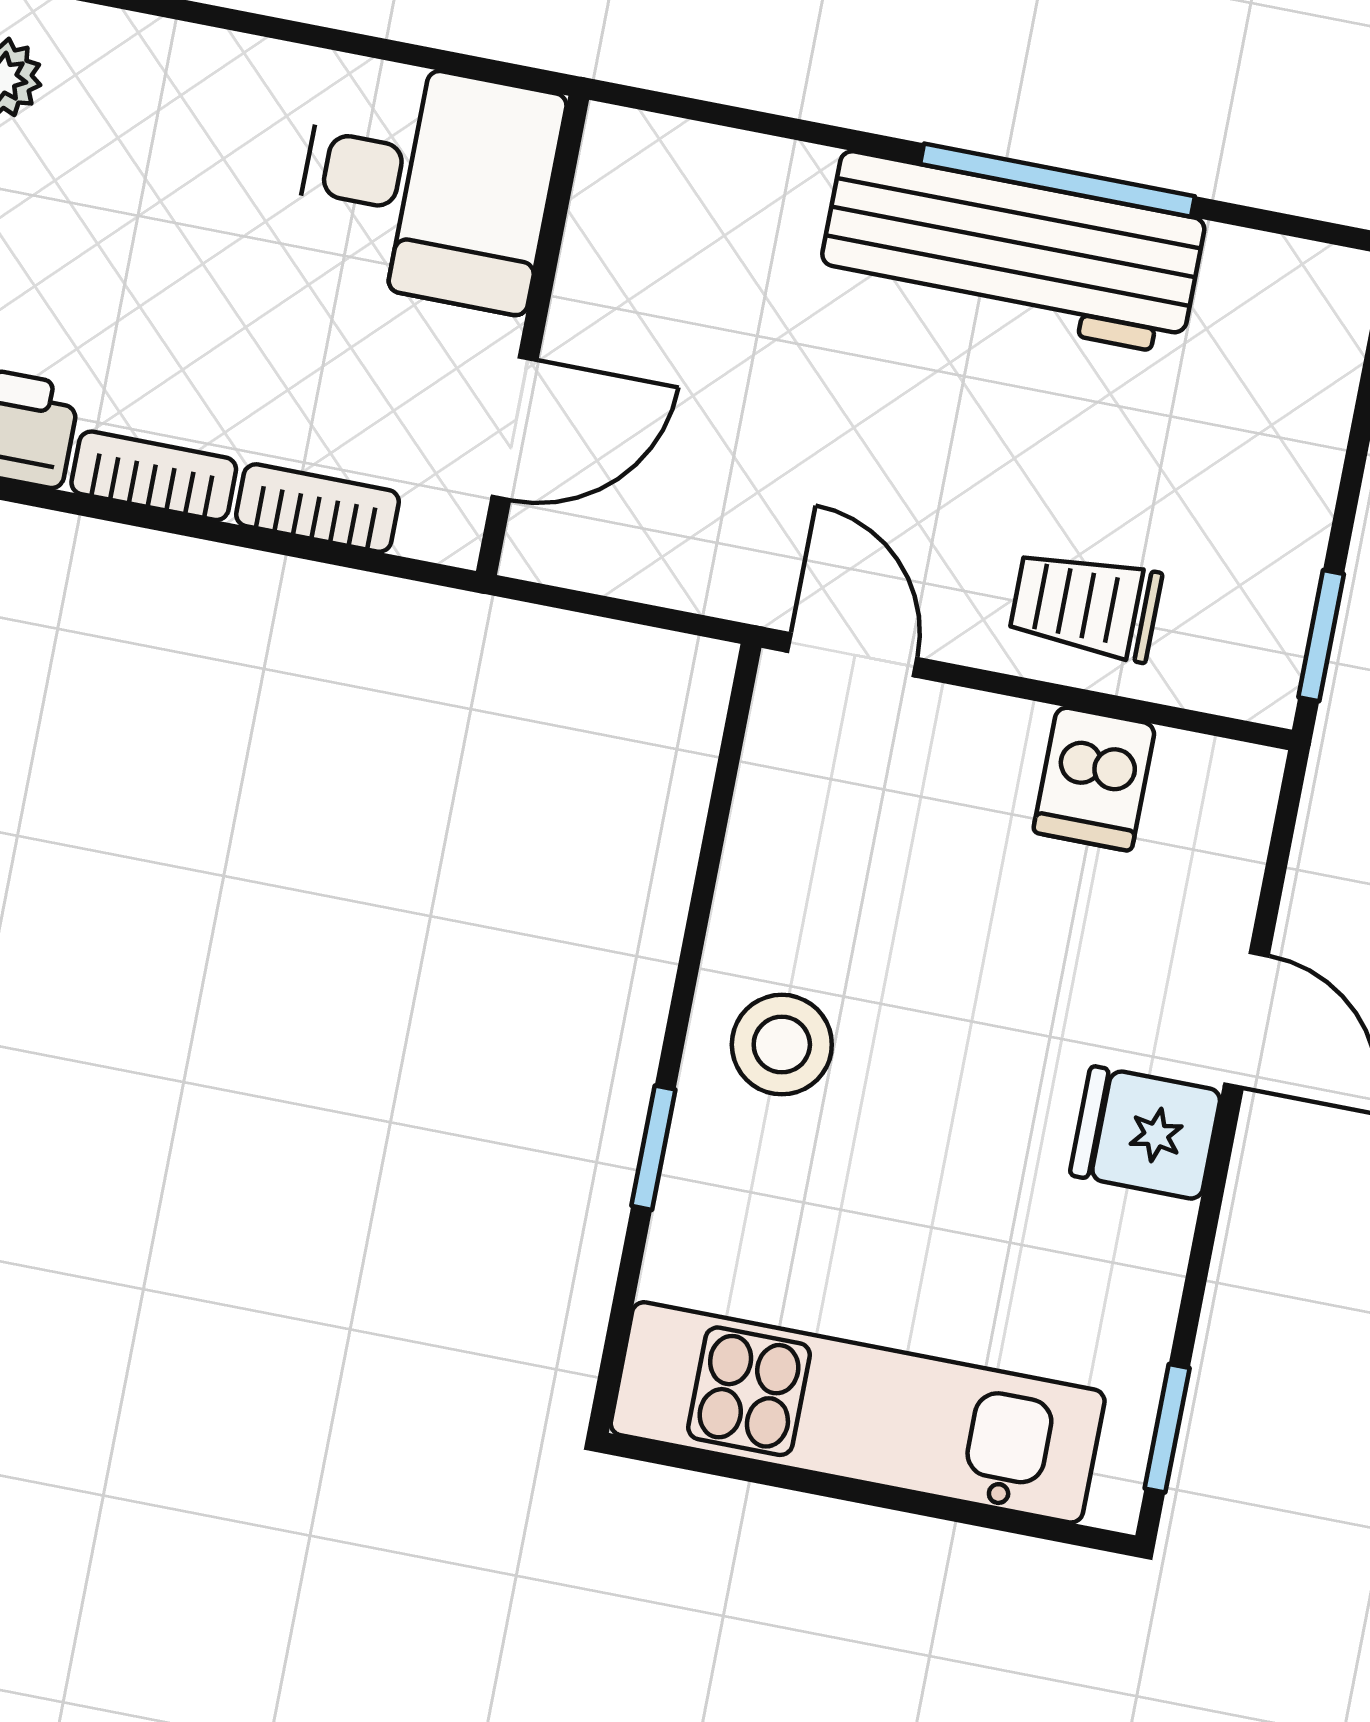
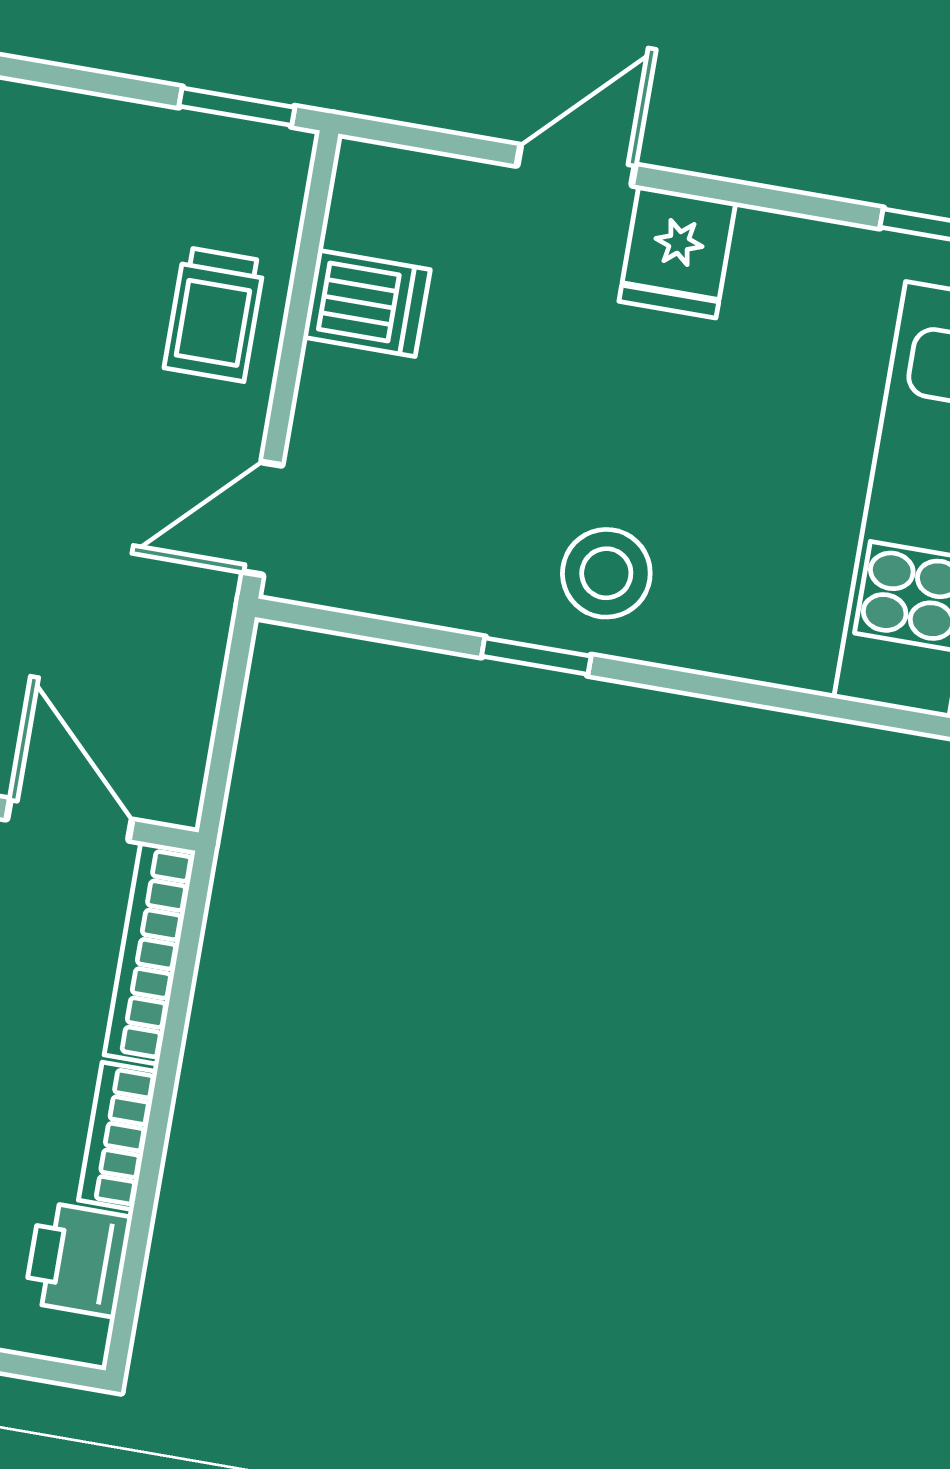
bookcase: (317, 508) -> (150, 953), width x1.56
window: (653, 1148) -> (536, 656), moved

